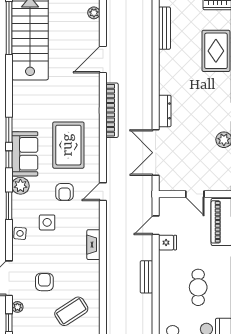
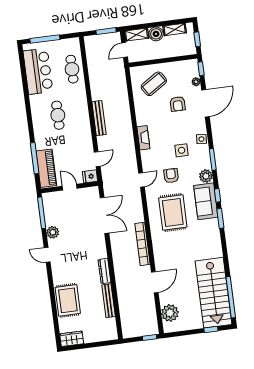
plant: (94, 13) -> (170, 313), width x1.87, depth x1.87
bench: (164, 28) -> (109, 301), moved
dresser: (165, 111) -> (104, 271), moved
fridge: (167, 243) -> (90, 176), moved
bench: (146, 277) -> (99, 118), width x1.36

